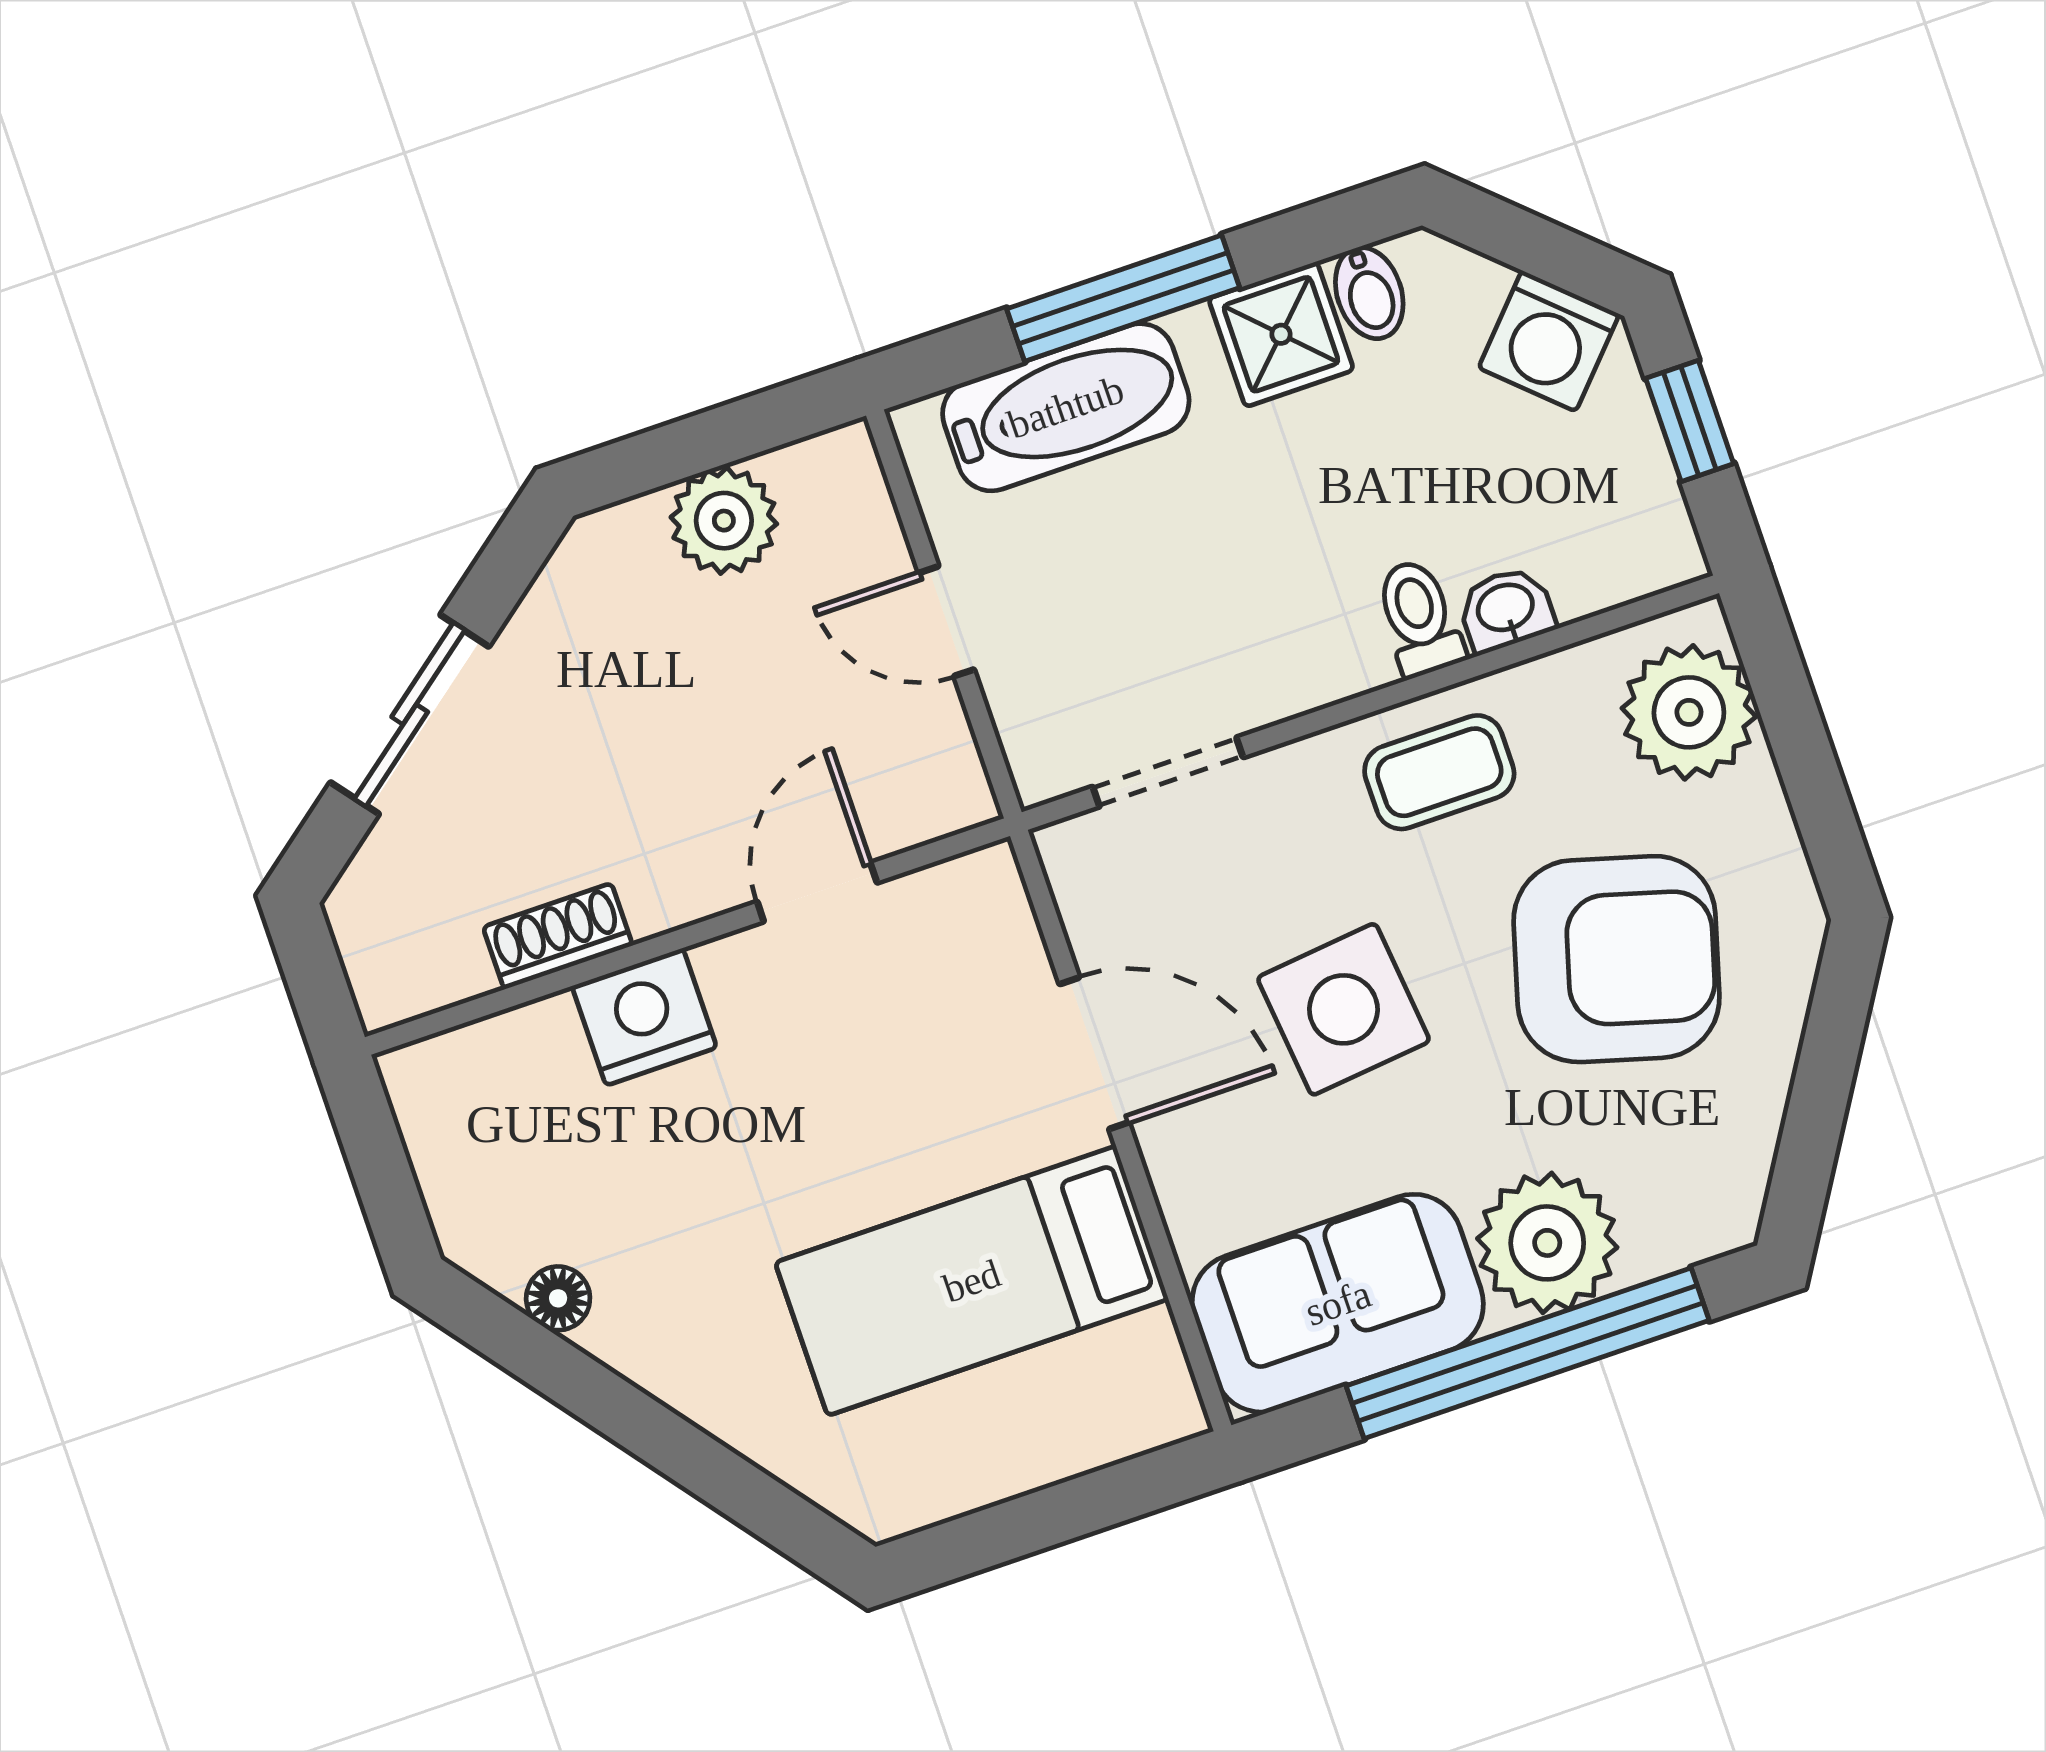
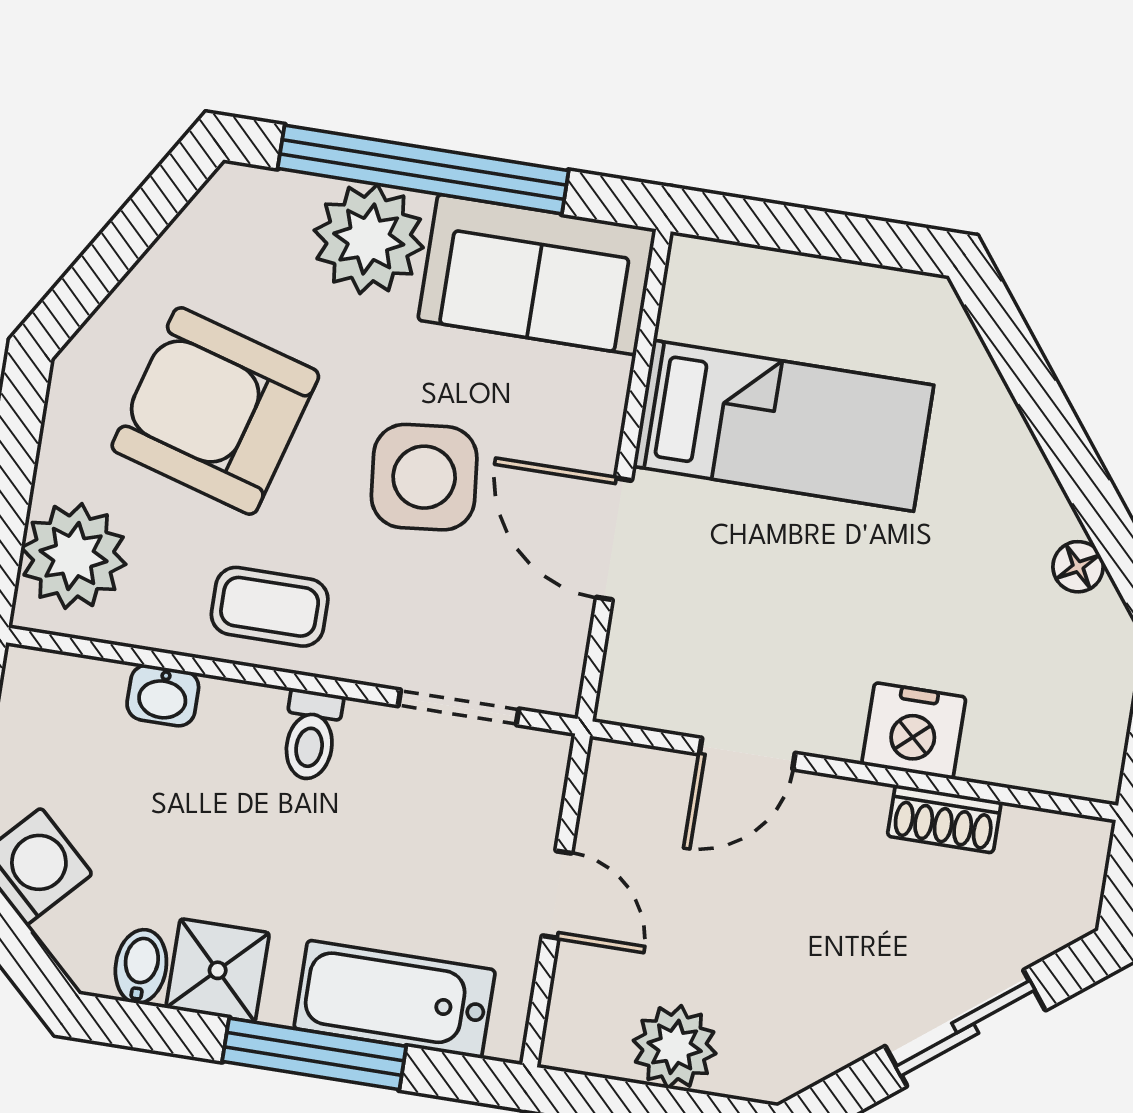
toilet: (1419, 618) -> (311, 735), moved

